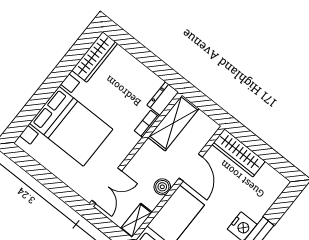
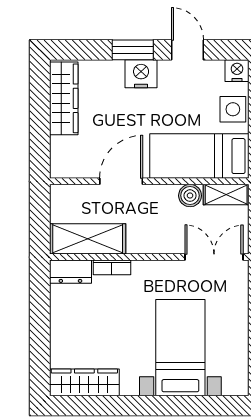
bed with nightstands: (71, 126) -> (180, 348), width x0.73
wardrobe: (239, 153) -> (64, 98), moved
boiler: (162, 187) -> (190, 196), moved

